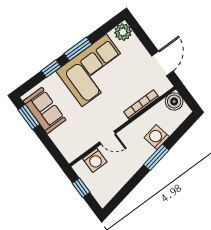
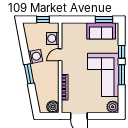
washing machine: (157, 137) -> (35, 56), moved

